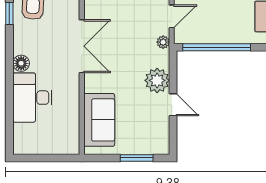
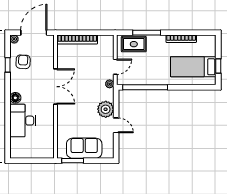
sofa: (99, 120) -> (84, 148), moved, turned -90
window: (137, 158) -> (73, 161), moved

